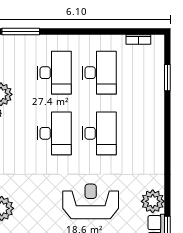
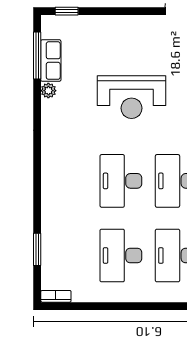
bookcase: (138, 40) -> (56, 296), moved
plant: (153, 201) -> (48, 91), width x0.53, depth x0.53

